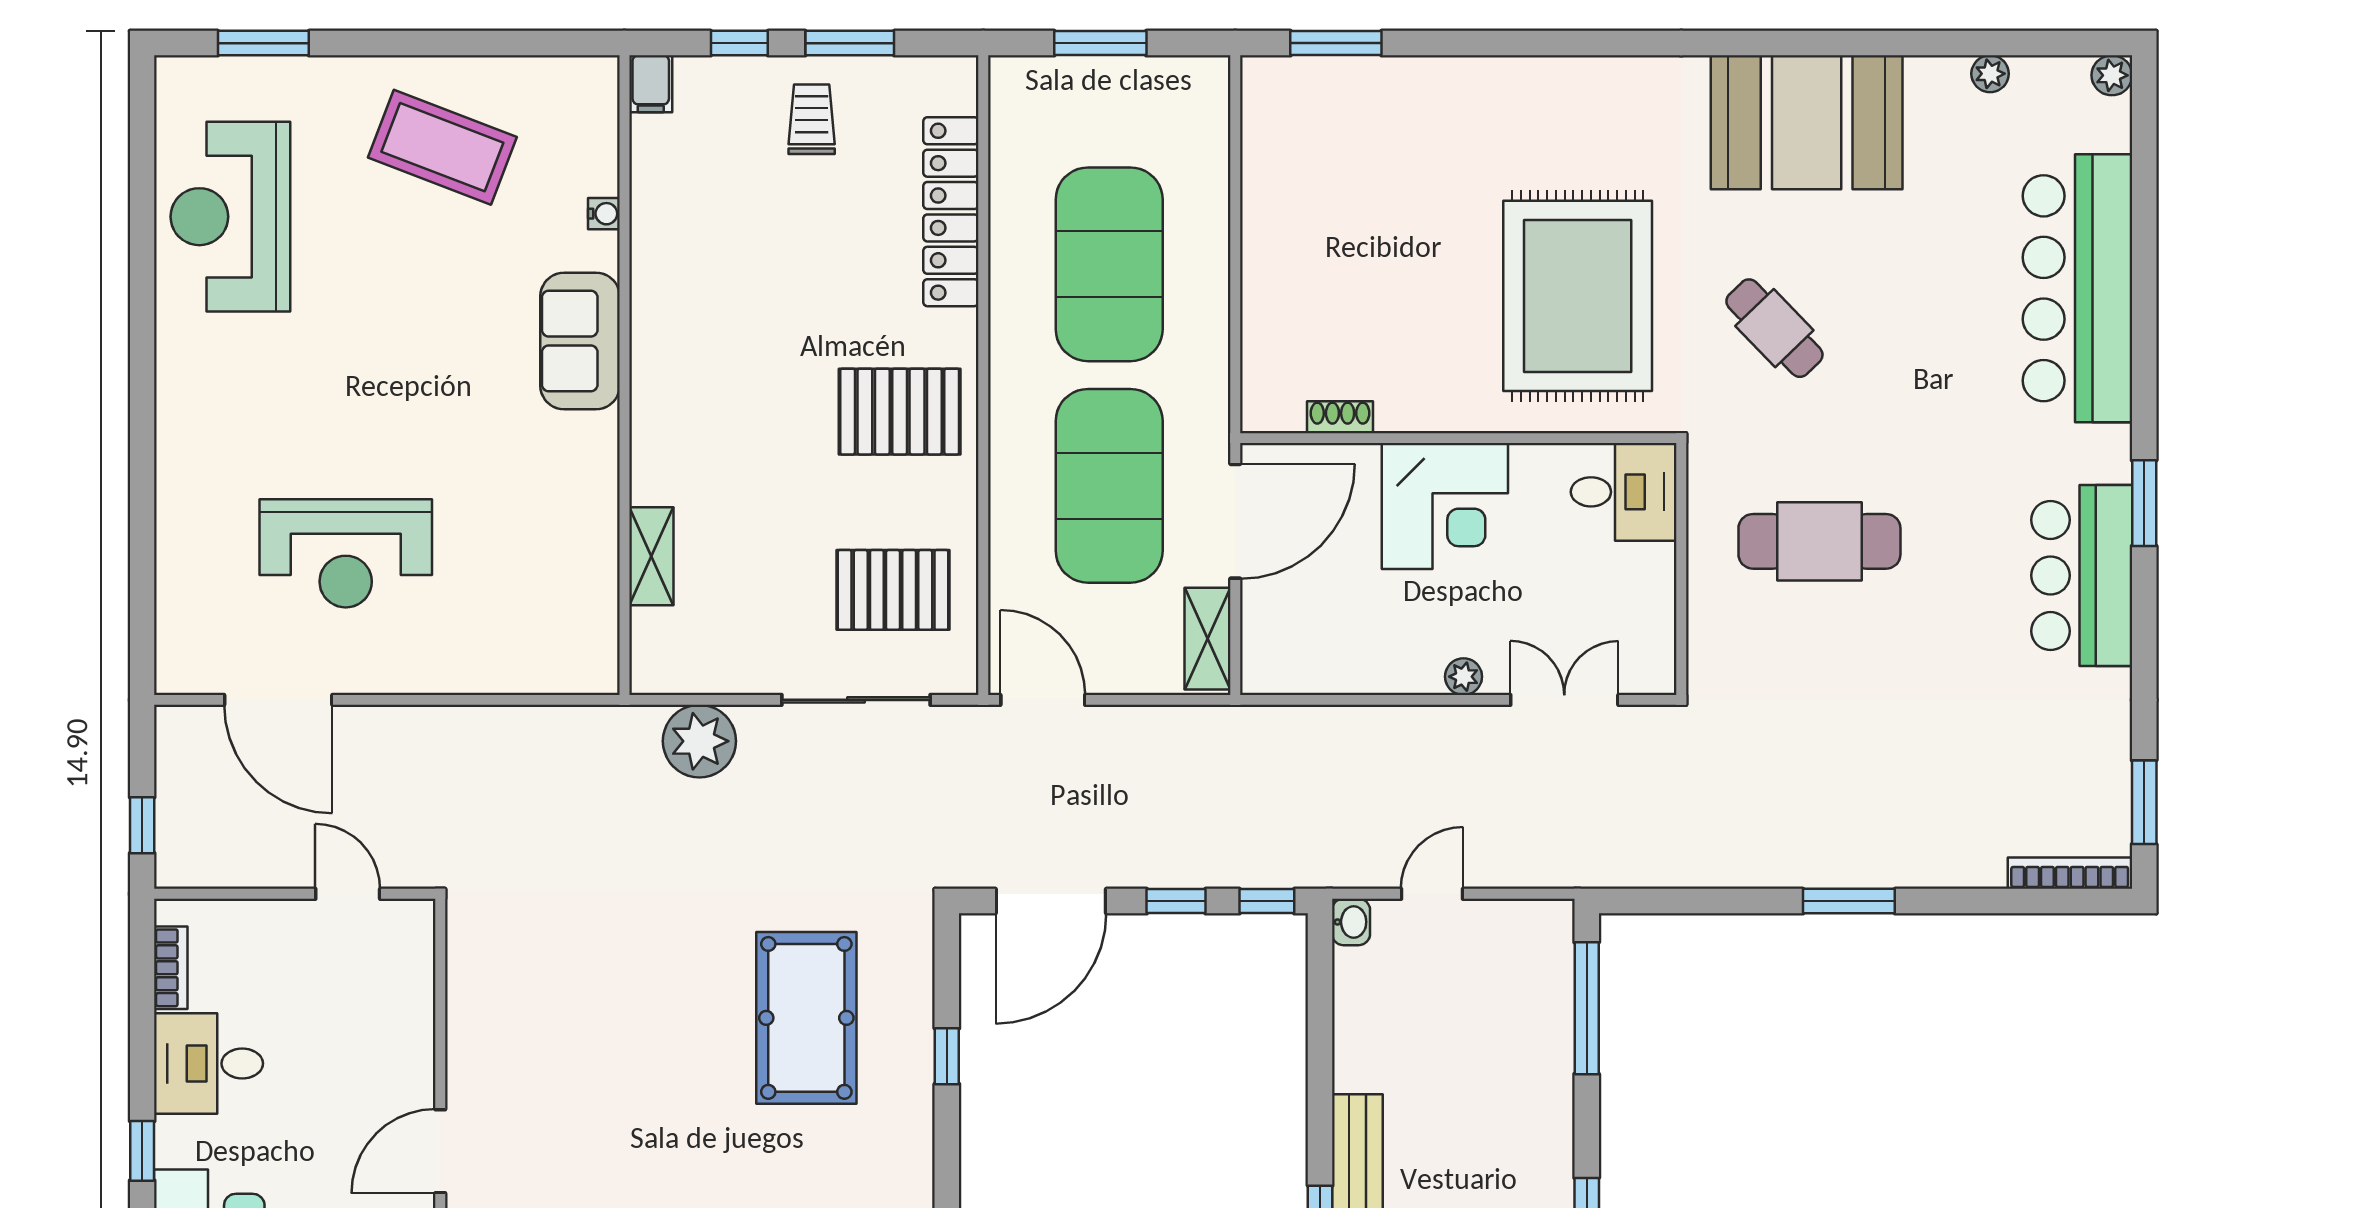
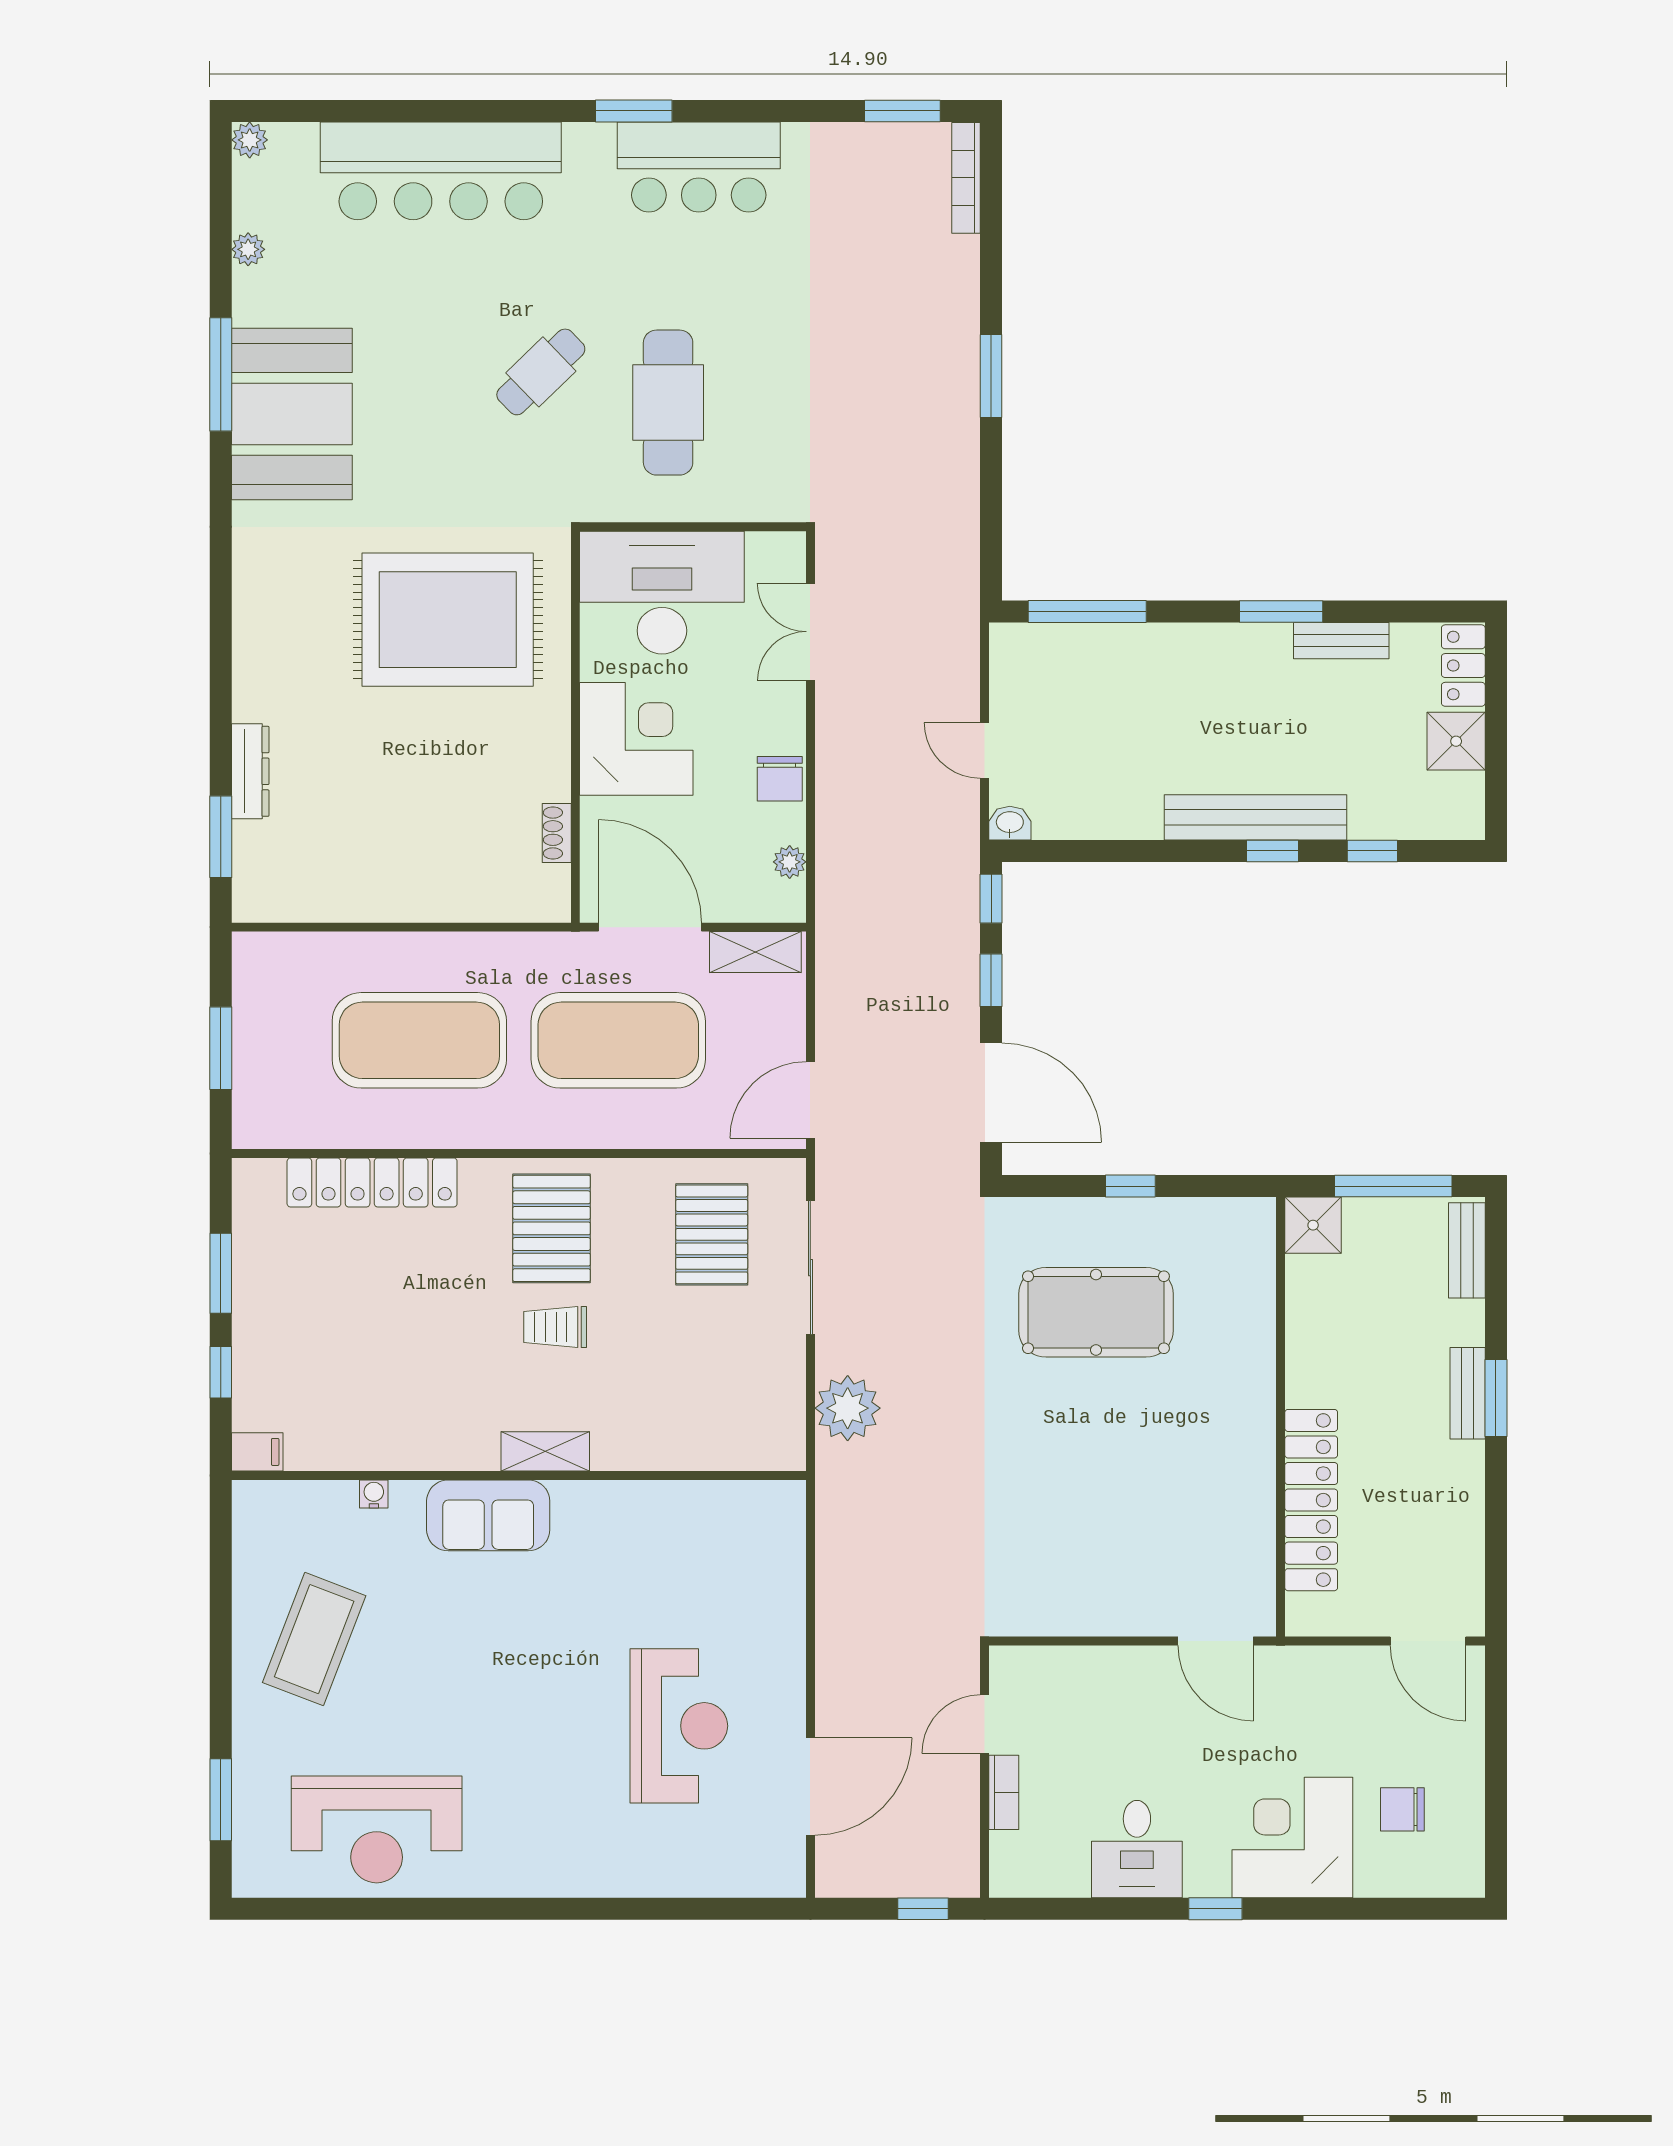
window: (1851, 43) -> (221, 374), added
dresser: (1409, 76) -> (250, 771), added
trolley: (812, 119) -> (555, 1327), moved
cafe table: (1774, 328) -> (541, 372), moved
desk: (1624, 492) -> (662, 593), width x1.87, depth x1.30
shelving: (651, 556) -> (545, 1451), moved
chair: (1401, 666) -> (780, 779), added
plant: (1464, 677) -> (790, 862), moved
bookcase: (171, 968) -> (1004, 1792), moved, turned 90

